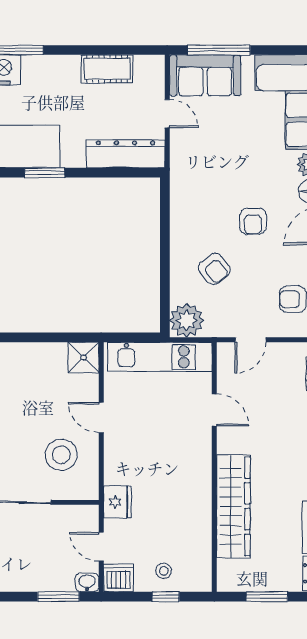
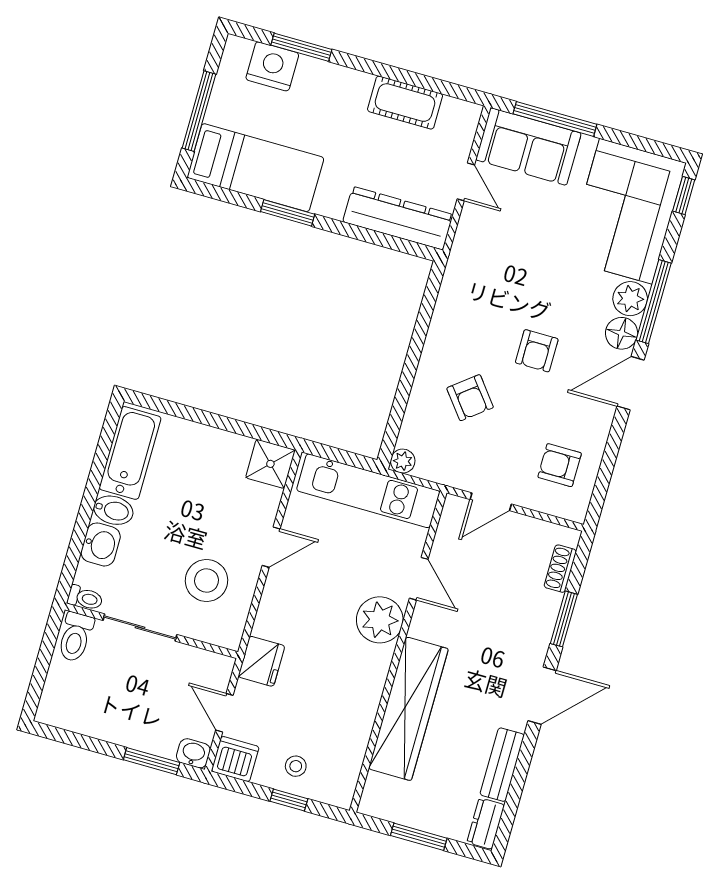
plant: (187, 320) -> (403, 461), width x0.53, depth x0.53
door: (101, 417) -> (271, 547), swing flipped
plant: (194, 448) -> (380, 620), added

